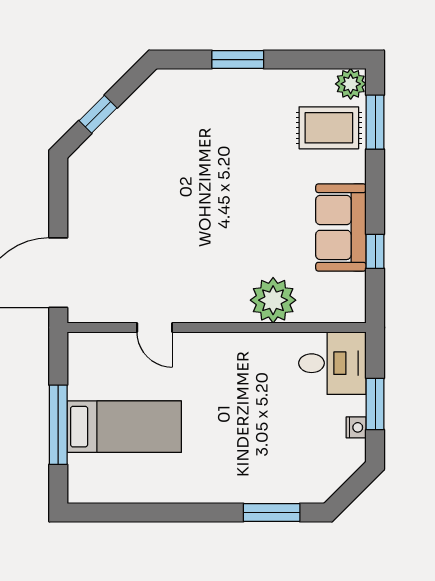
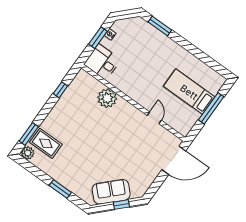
sofa: (341, 227) -> (111, 192), moved, turned -135

